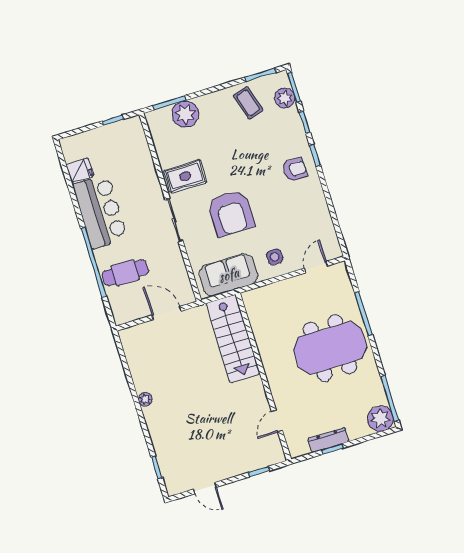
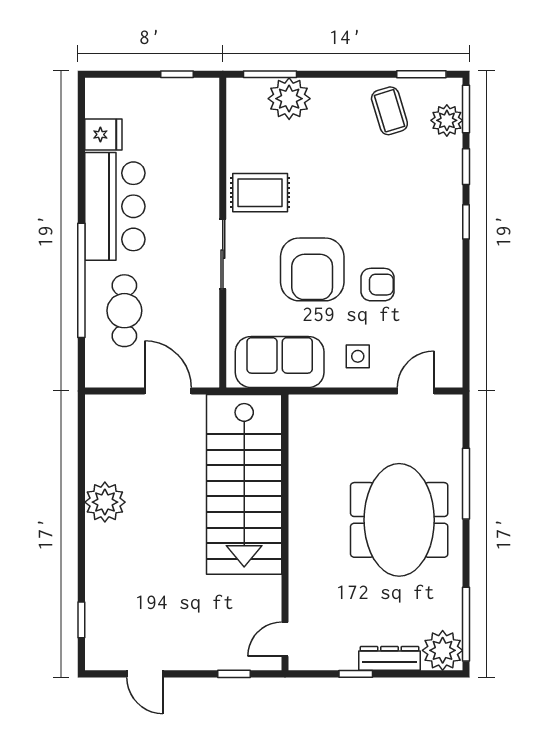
armchair: (295, 169) -> (377, 285), moved
cafe table: (125, 273) -> (124, 311), turned 90
stairs: (233, 338) -> (244, 484), width x1.36, depth x1.51
meeting table: (330, 348) -> (399, 520), turned 90
plant: (145, 399) -> (105, 502), width x1.87, depth x1.87
door: (277, 421) -> (285, 639), moved
dresser: (328, 440) -> (389, 658), moved

